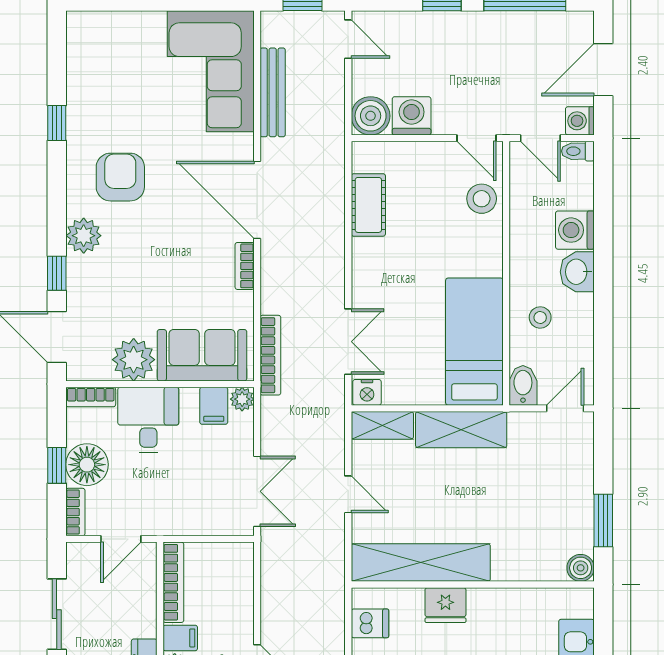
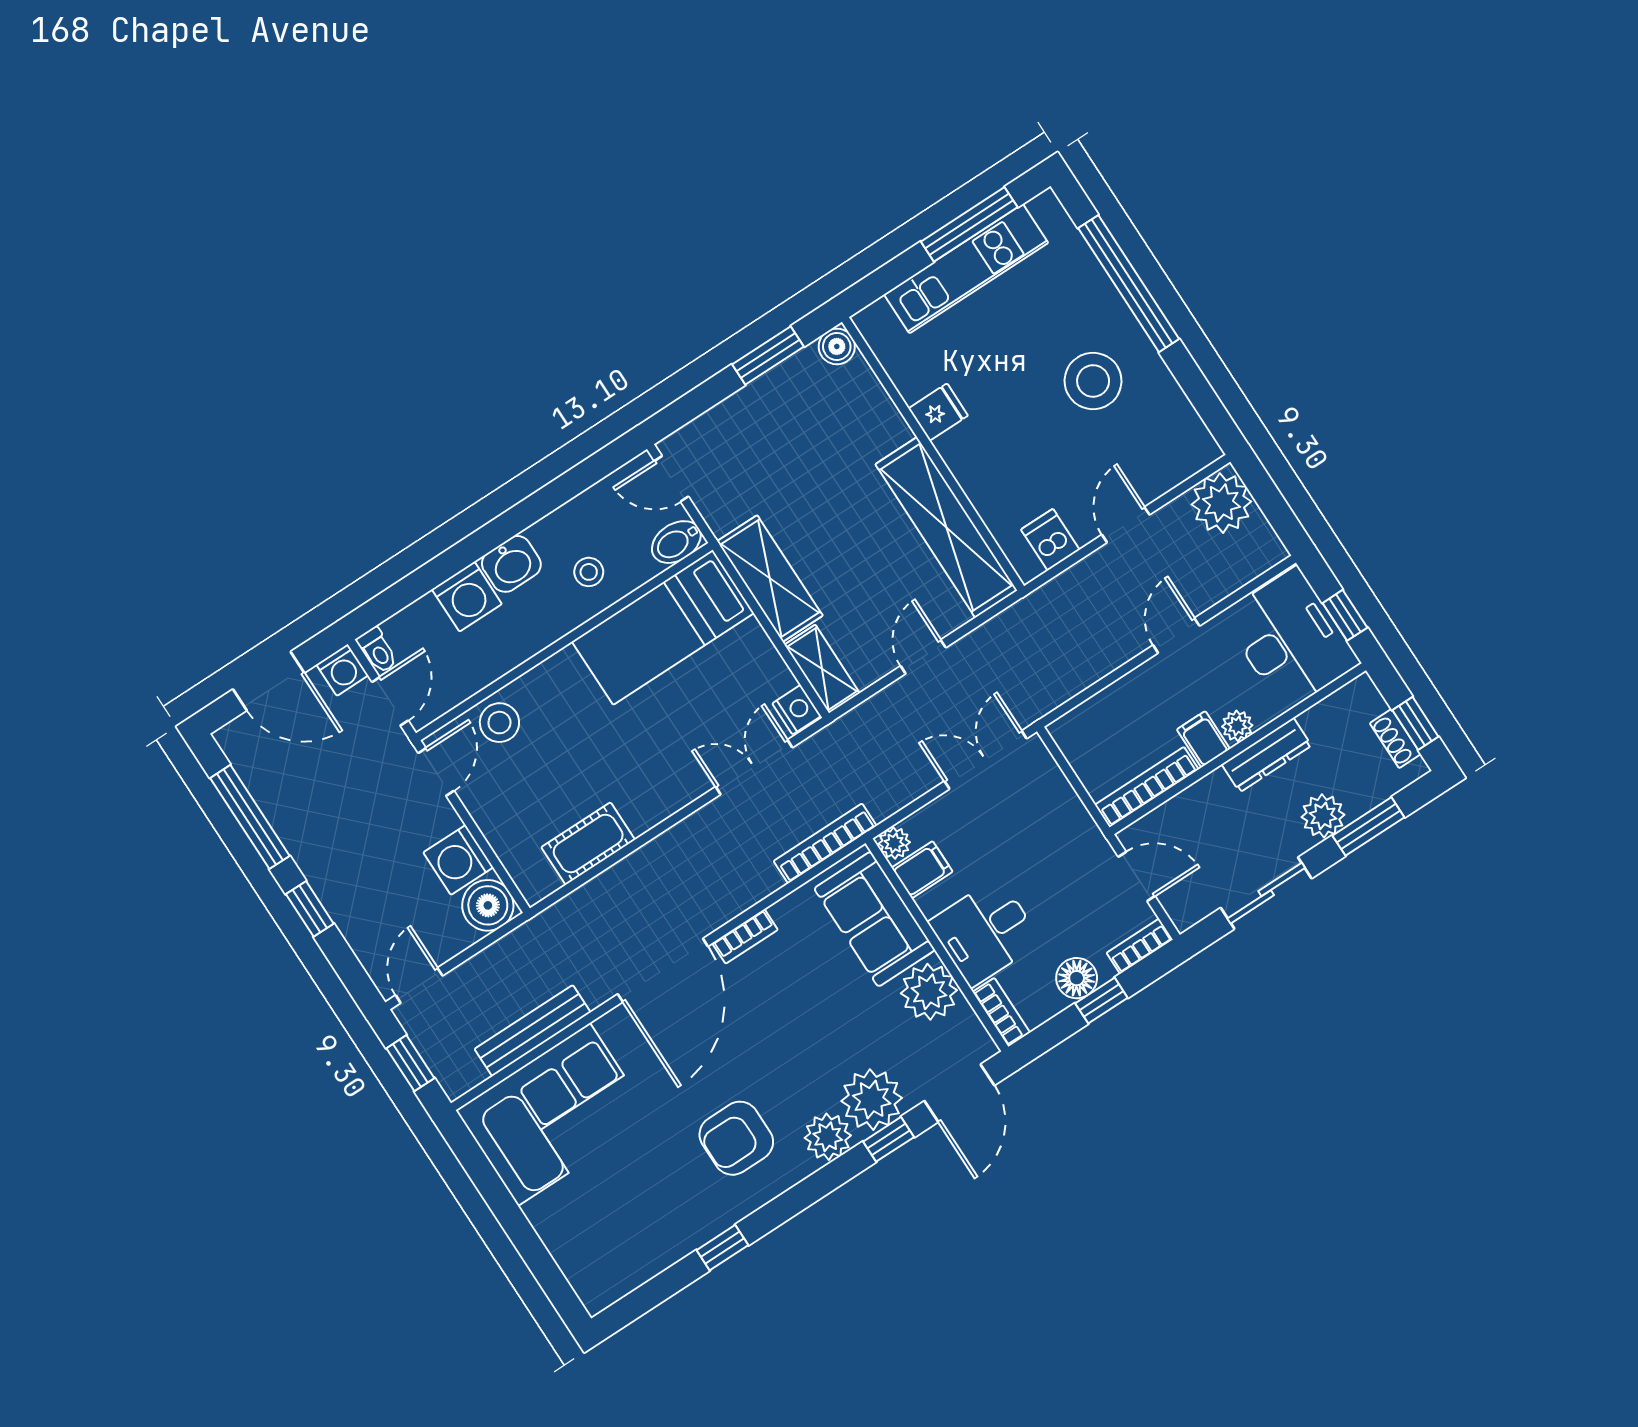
plant: (89, 279) -> (872, 1100), added
floor lamp: (87, 465) -> (1077, 978), width x0.73, depth x0.73
fridge: (445, 605) -> (938, 412), moved, width x0.72

